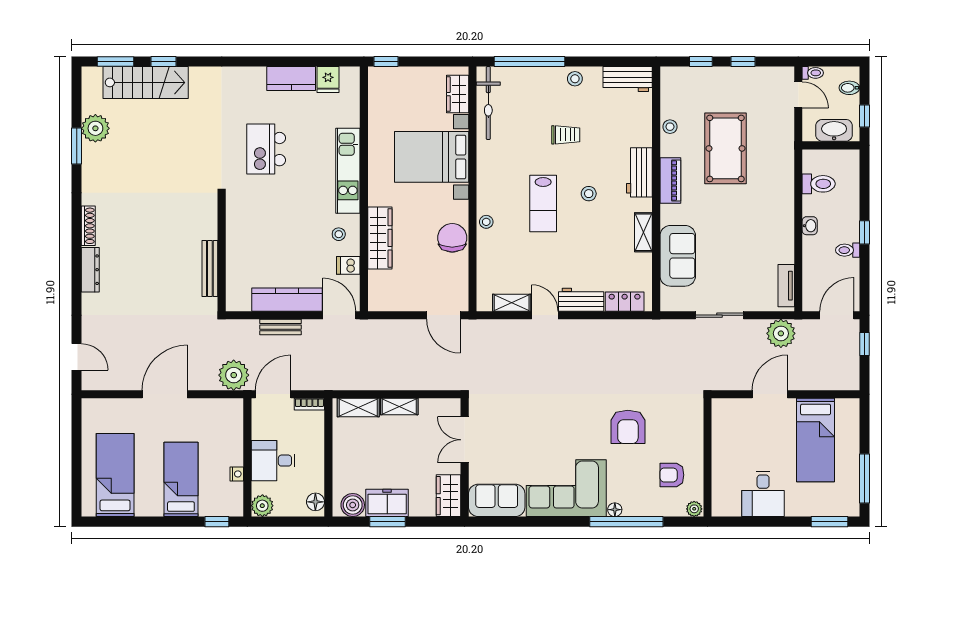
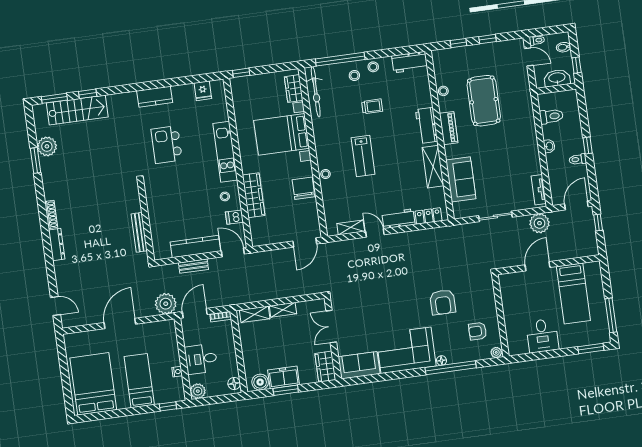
kitchen counter: (291, 79) -> (155, 97), moved
stool: (589, 194) -> (354, 75), moved
shelving: (643, 232) -> (433, 167), width x1.50, depth x1.33
door: (443, 315) -> (305, 243), hinge flipped
bed: (115, 475) -> (93, 384), width x1.50

